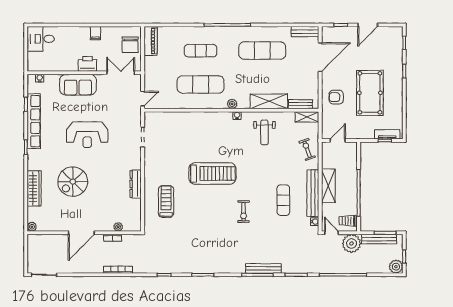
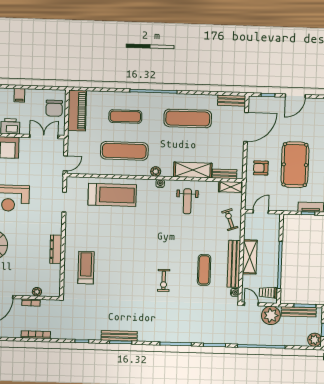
piano: (151, 41) -> (77, 111), width x1.37, depth x1.33
treadmill: (212, 173) -> (112, 195), moved
bench: (263, 268) -> (119, 336), moved

